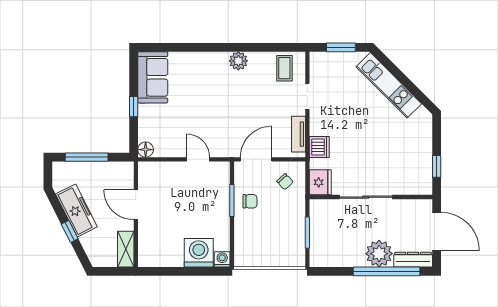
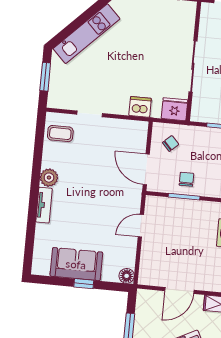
sofa: (153, 77) -> (76, 264), moved
tv unit: (298, 134) -> (44, 205), moved, turned -90

